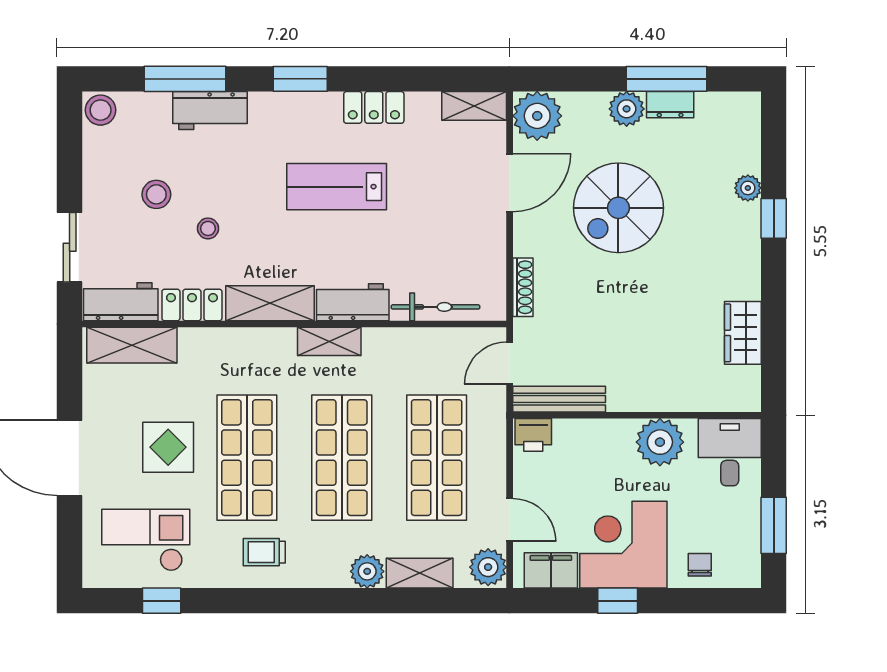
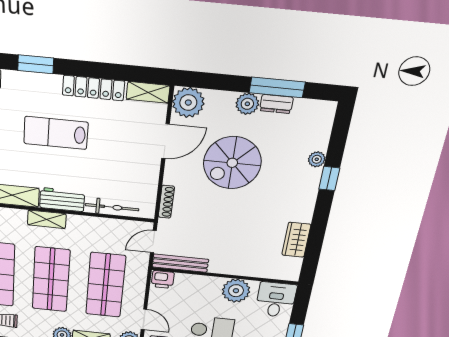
locker: (374, 107) -> (93, 88), width x1.53

